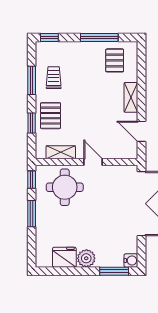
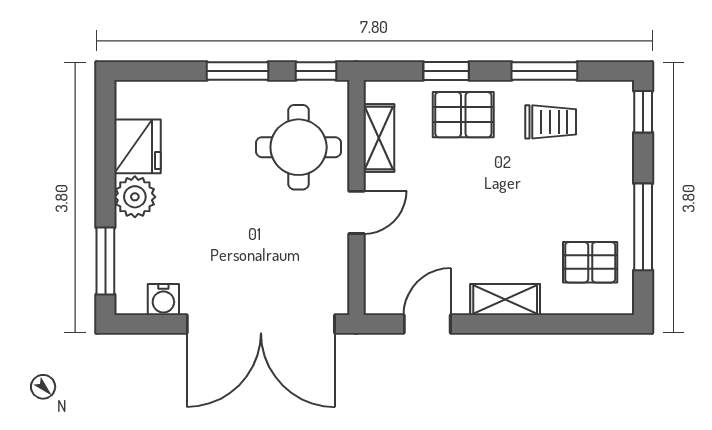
water cooler: (131, 261) -> (163, 299), moved

